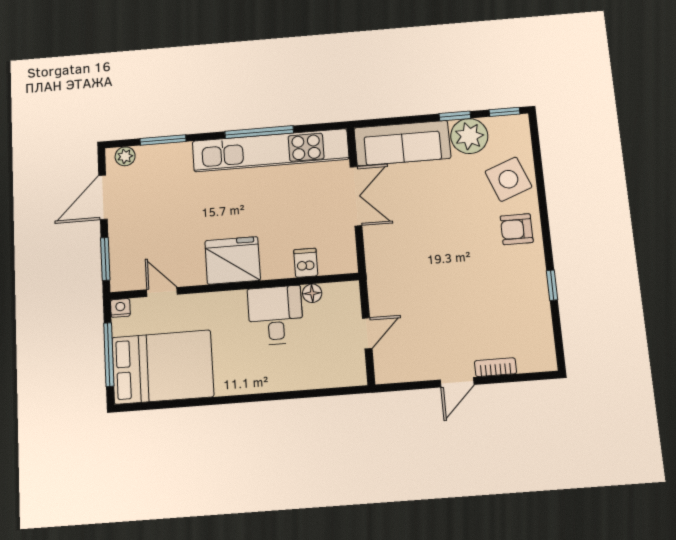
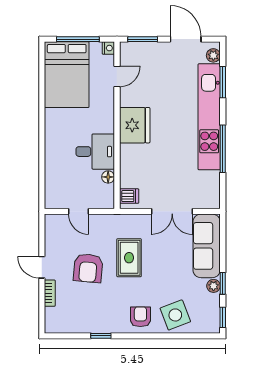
plant: (469, 136) -> (214, 286), width x0.53, depth x0.53
kitchen unit: (270, 150) -> (209, 117), moved
rug: (430, 253) -> (129, 258), added
dishwasher: (306, 263) -> (129, 196), moved
armchair: (452, 312) -> (88, 268), added

